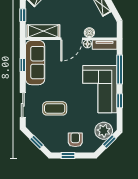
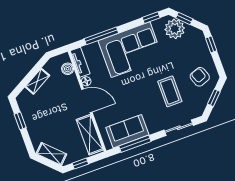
boiler: (89, 33) -> (68, 69), moved
sofa: (35, 63) -> (127, 131), width x0.73
window: (23, 65) -> (135, 144), width x2.17
window: (120, 101) -> (151, 18), moved
armchair: (75, 140) -> (200, 77), moved, turned 70
window: (68, 156) -> (211, 44), moved

